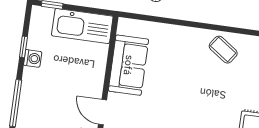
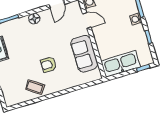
washing machine: (33, 58) -> (136, 19), moved
armchair: (188, 74) -> (49, 65), added

